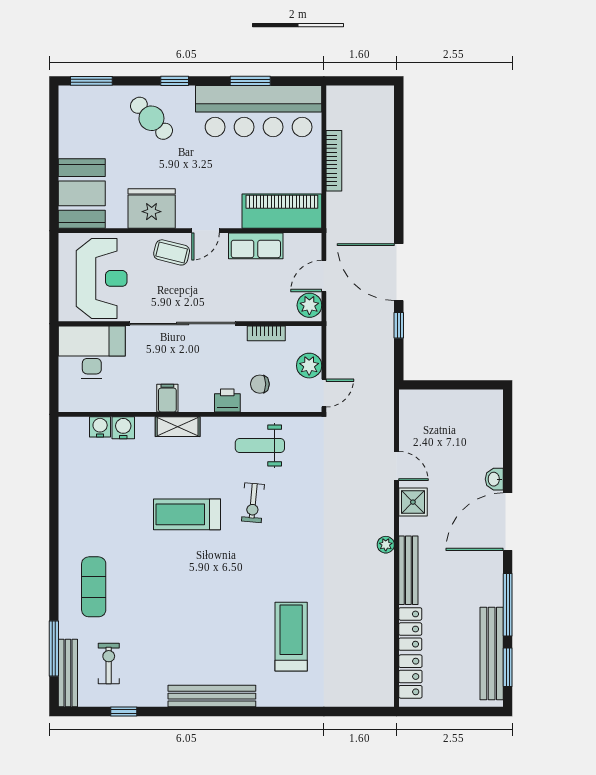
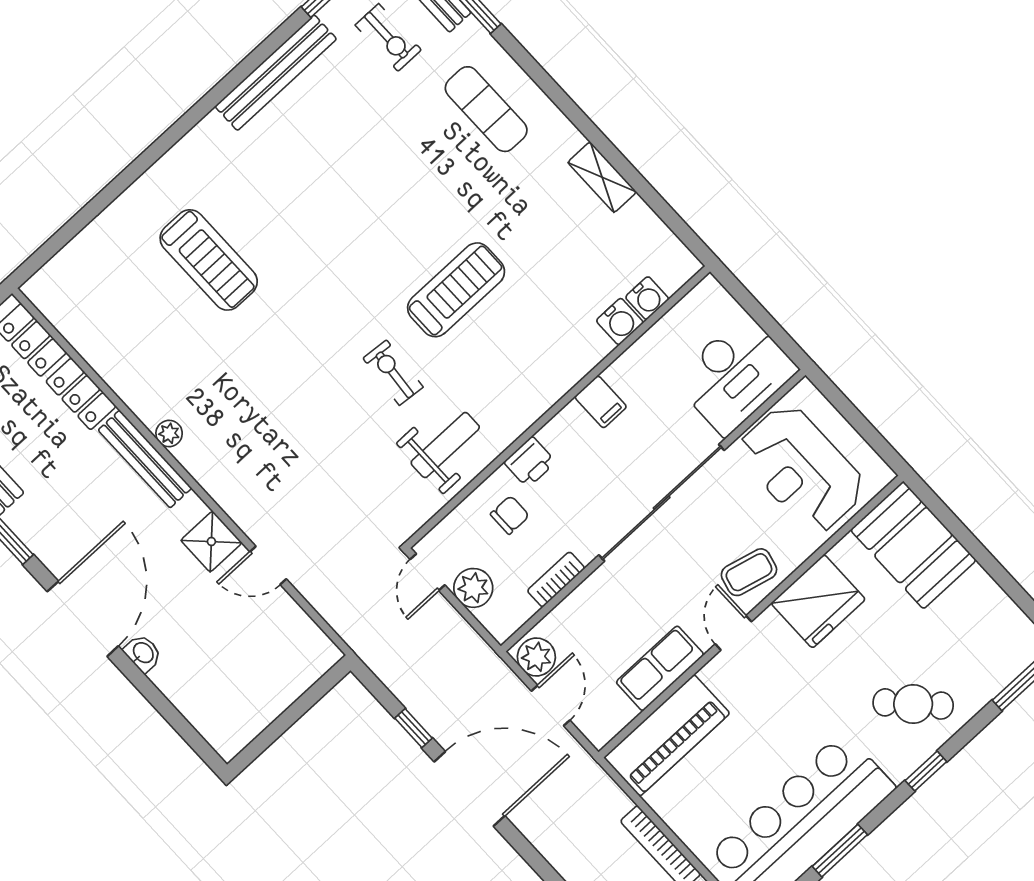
shelving: (178, 427) -> (602, 177), moved, turned 90
plant: (386, 545) -> (169, 433), moved
bench: (212, 696) -> (276, 73), moved

